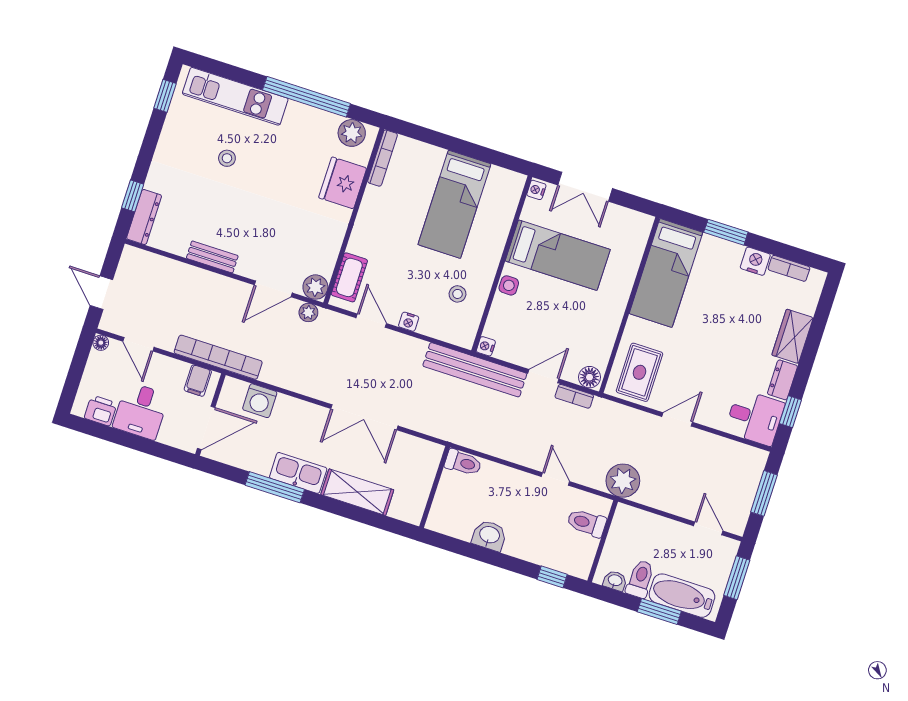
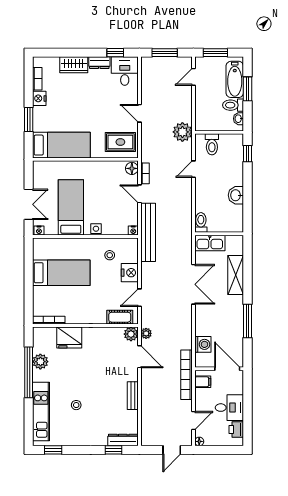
plant: (352, 133) -> (40, 362), moved
nightstand: (409, 322) -> (130, 273), width x1.89, depth x1.79
kitchen sink: (298, 473) -> (210, 243), moved, turned -90

